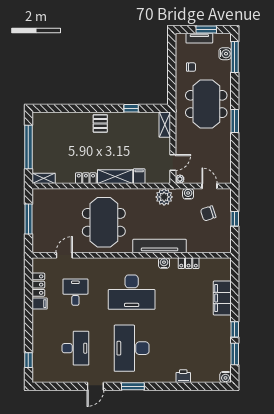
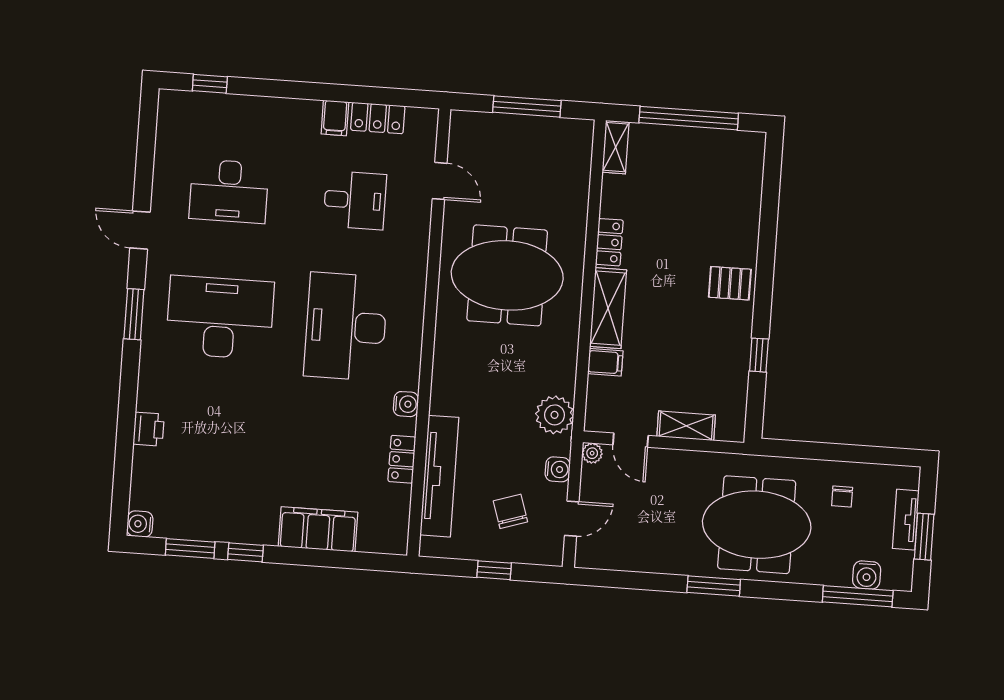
shelving: (165, 125) -> (686, 426), moved
tv unit: (160, 246) -> (439, 476), moved

